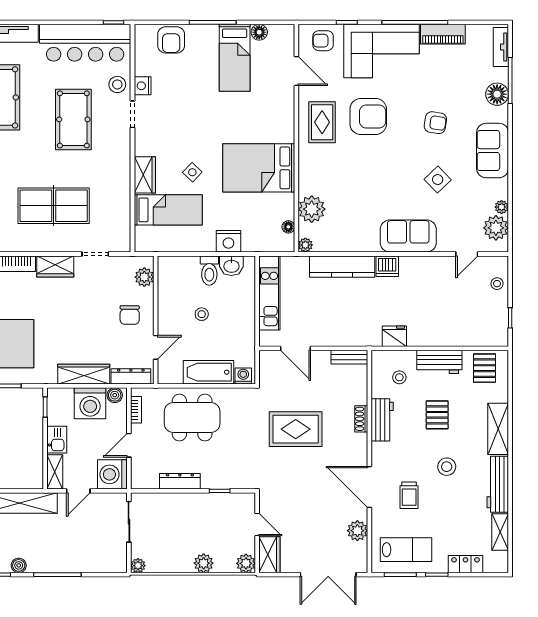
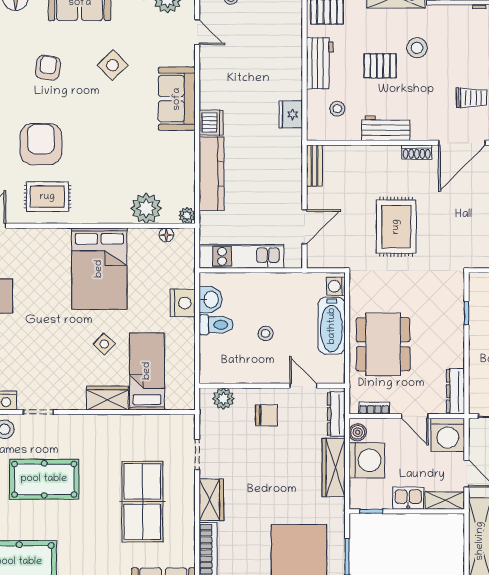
shoe rack: (361, 419) -> (417, 152), moved
stool: (447, 467) -> (417, 48), moved
dresser: (180, 481) -> (456, 391), moved

